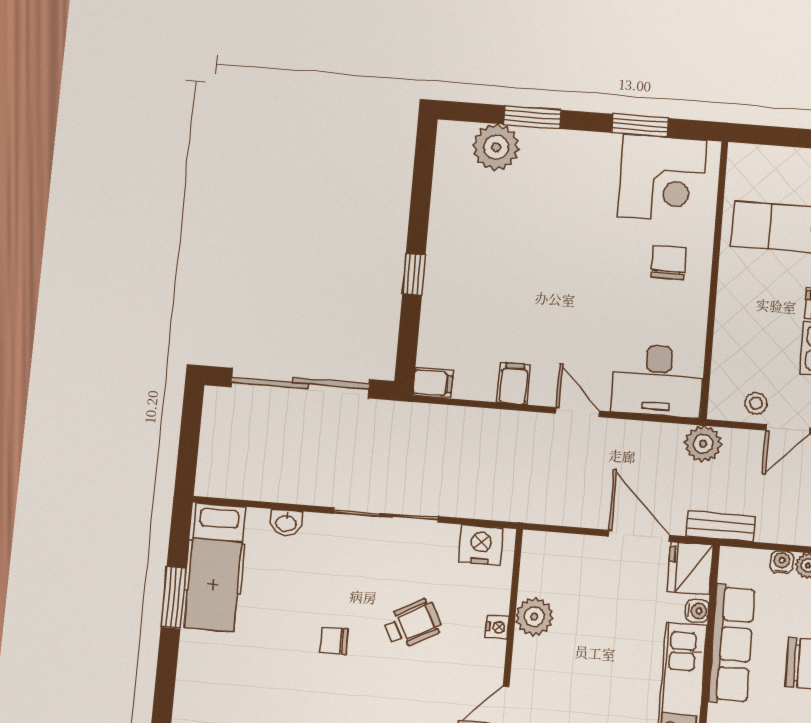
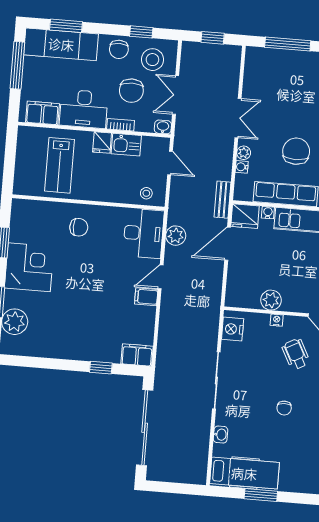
corner desk: (662, 178) -> (29, 267), moved
chair: (668, 262) -> (79, 227), turned 180
window: (414, 274) -> (101, 368), moved
filing cabinet: (433, 383) -> (137, 355), width x2.00
filing cabinet: (514, 383) -> (146, 297), moved
stool: (756, 403) -> (146, 193), moved
plant: (703, 444) -> (176, 236), moved
wheelchair: (412, 624) -> (296, 354), moved

